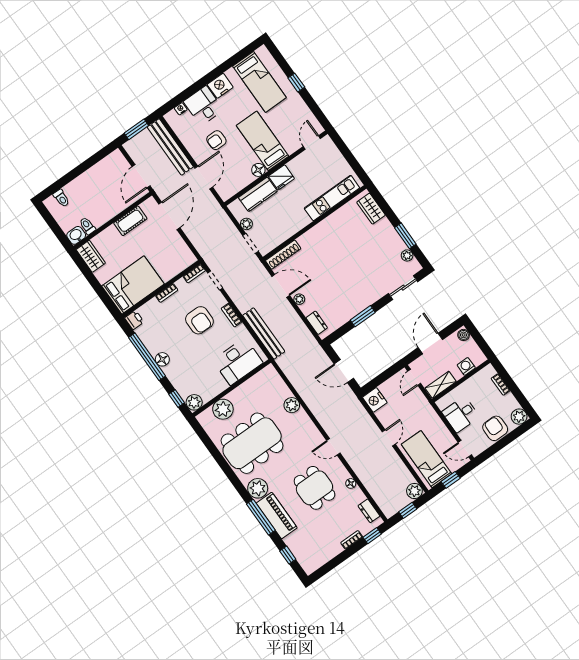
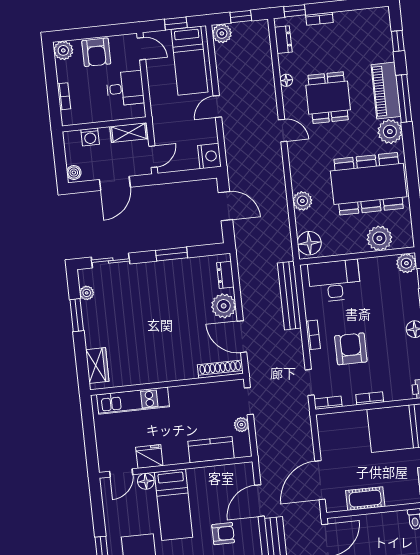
floor lamp: (258, 170) -> (146, 481), moved
fridge: (281, 177) -> (149, 457), moved
plant: (299, 299) -> (224, 306), width x1.87, depth x1.87
floor lamp: (270, 378) -> (309, 243), added

